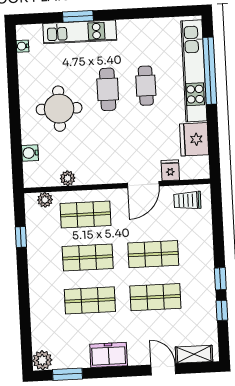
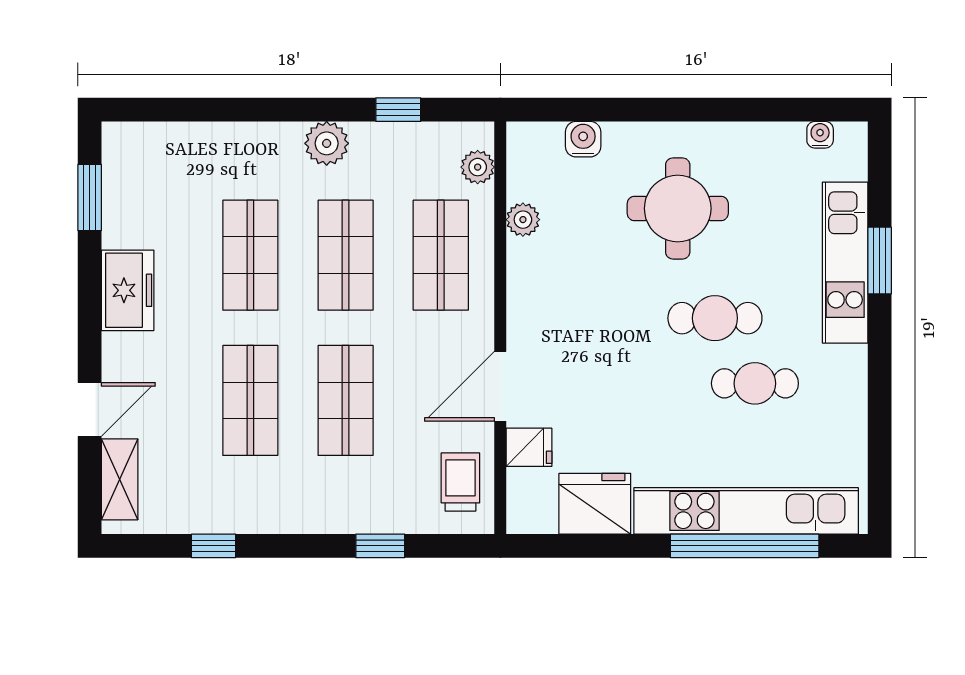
cafe table: (146, 86) -> (755, 383), moved
door: (143, 185) -> (500, 386), hinge flipped
window: (220, 279) -> (380, 546), moved
plant: (42, 360) -> (327, 143), moved

